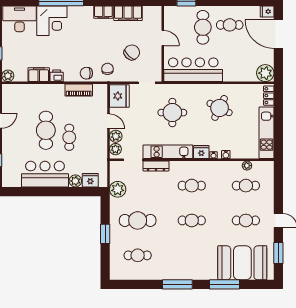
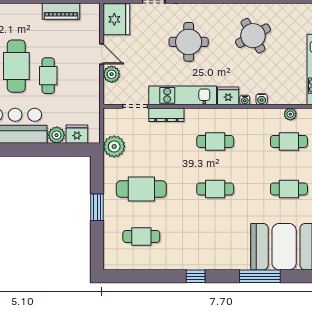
round table: (220, 108) -> (253, 36), turned 35
plant: (115, 149) -> (111, 92), removed
window: (177, 284) -> (196, 276), width x0.46

